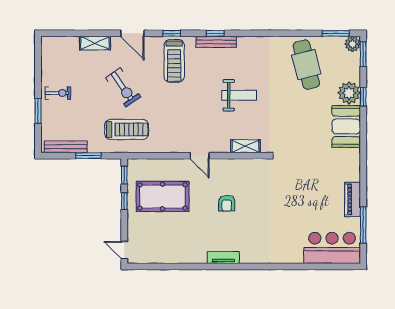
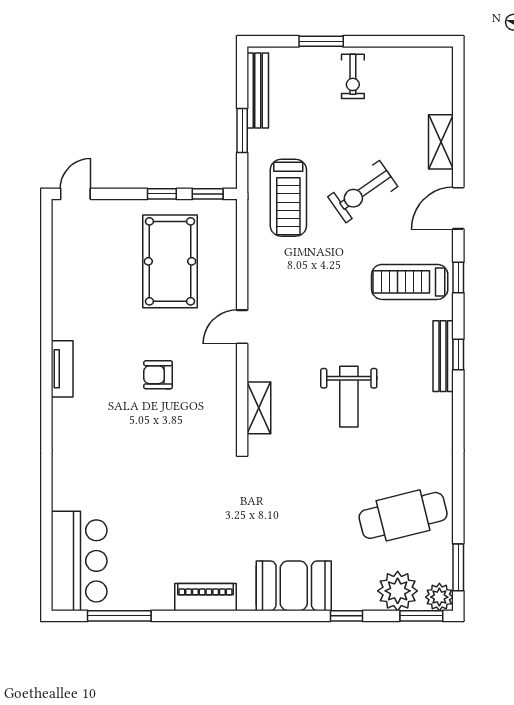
plant: (349, 93) -> (398, 591), moved
piano: (353, 199) -> (205, 597), moved

